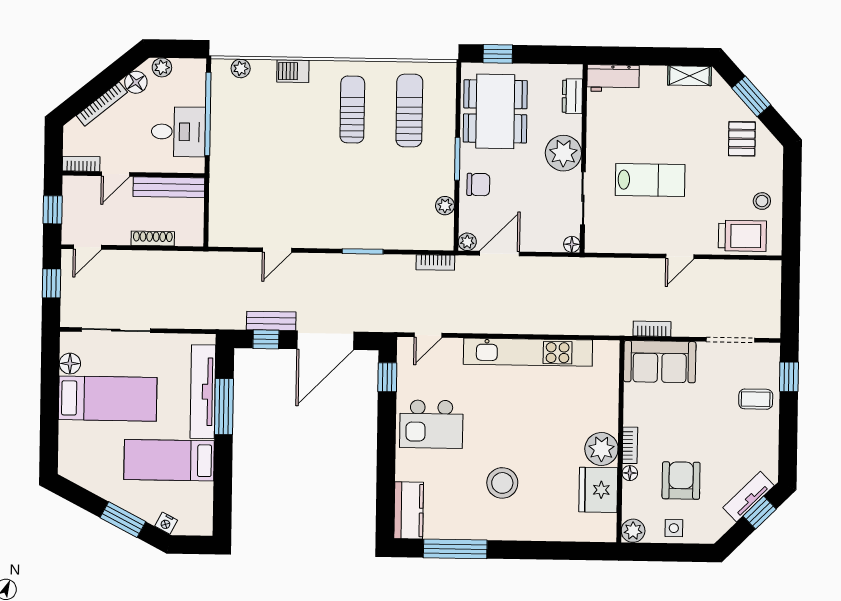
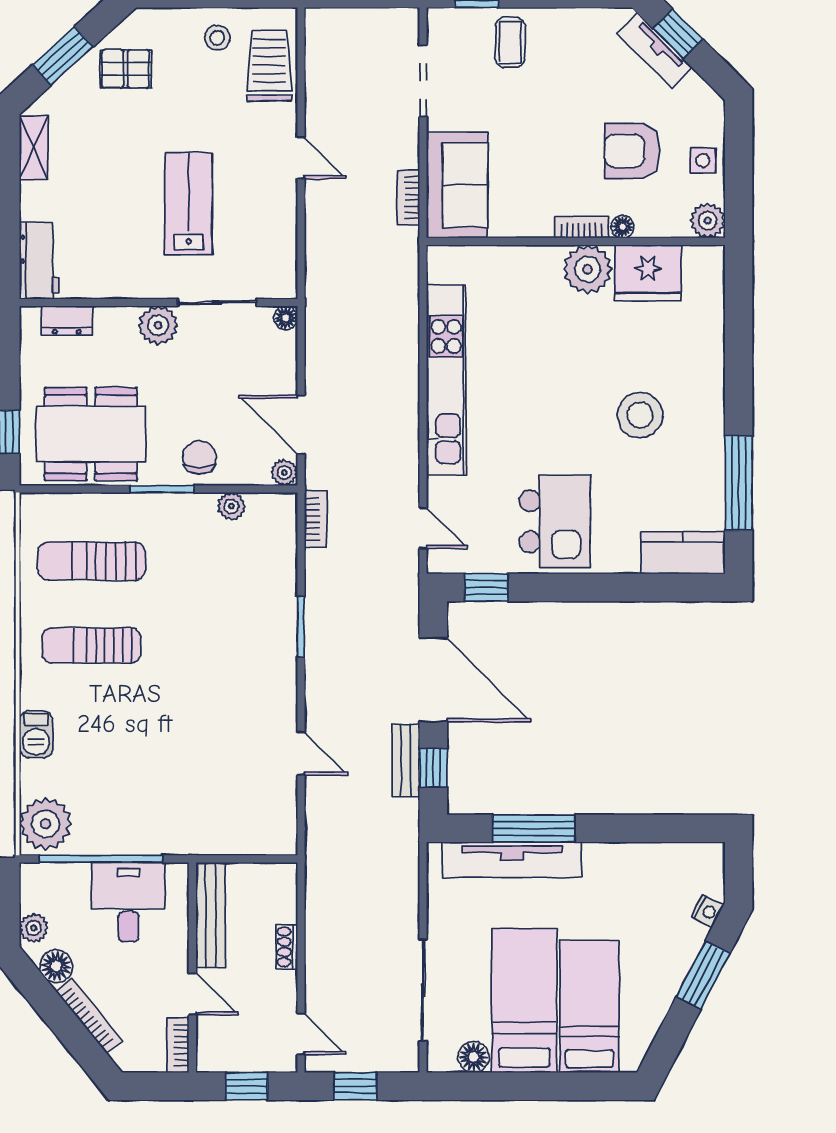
plant: (241, 68) -> (45, 824), width x1.88, depth x1.88
plant: (563, 153) -> (158, 325), width x0.73, depth x0.73
shoe rack: (153, 239) -> (287, 947), width x0.70
bed: (169, 460) -> (589, 1006), moved, turned 180

